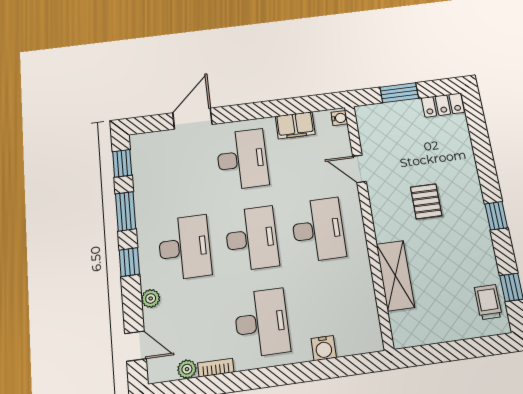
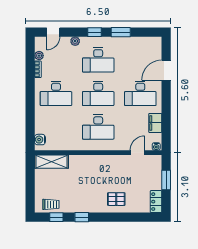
door: (192, 119) -> (166, 70), swing flipped
window: (122, 163) -> (146, 32), removed
door: (359, 169) -> (137, 153), moved
pallet: (426, 201) -> (116, 199), moved
window: (496, 216) -> (82, 217), moved
shelving: (395, 276) -> (51, 162), moved
water cooler: (324, 348) -> (40, 140), moved

